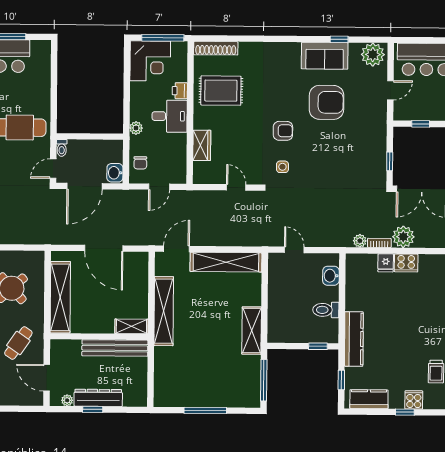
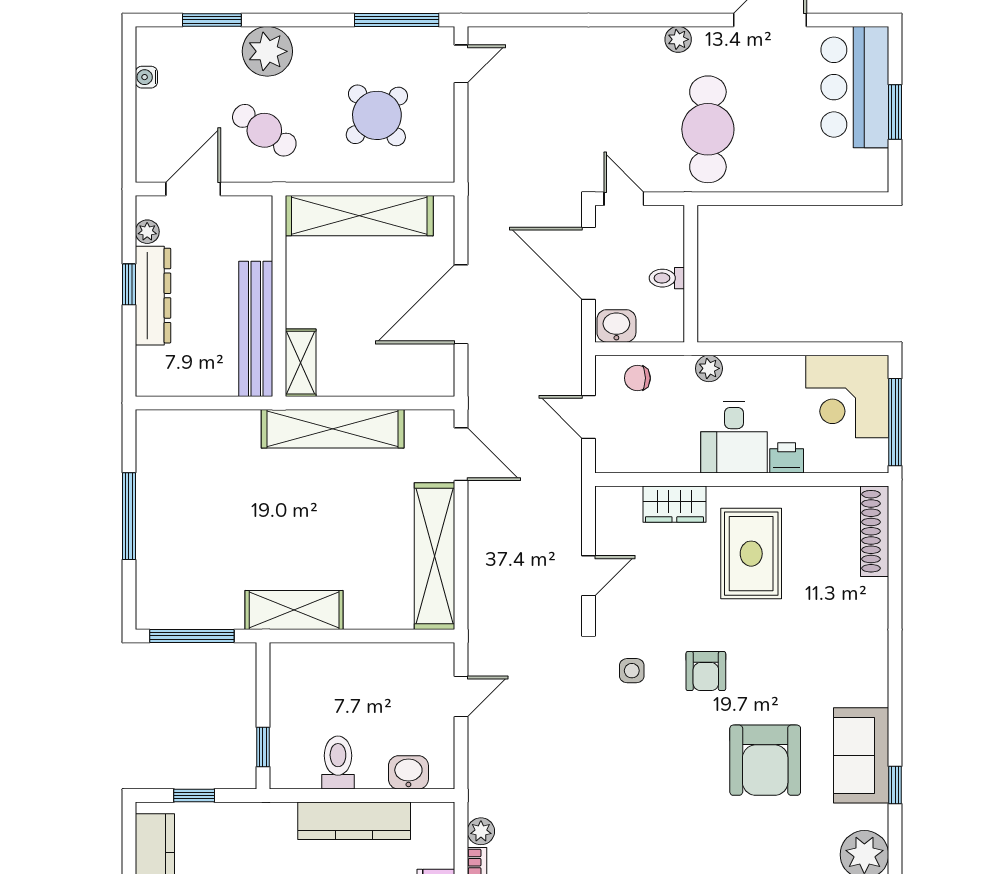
rug: (221, 91) -> (751, 554), moved
toilet: (62, 148) -> (667, 278), moved
kitchen counter: (354, 339) -> (354, 821), moved

